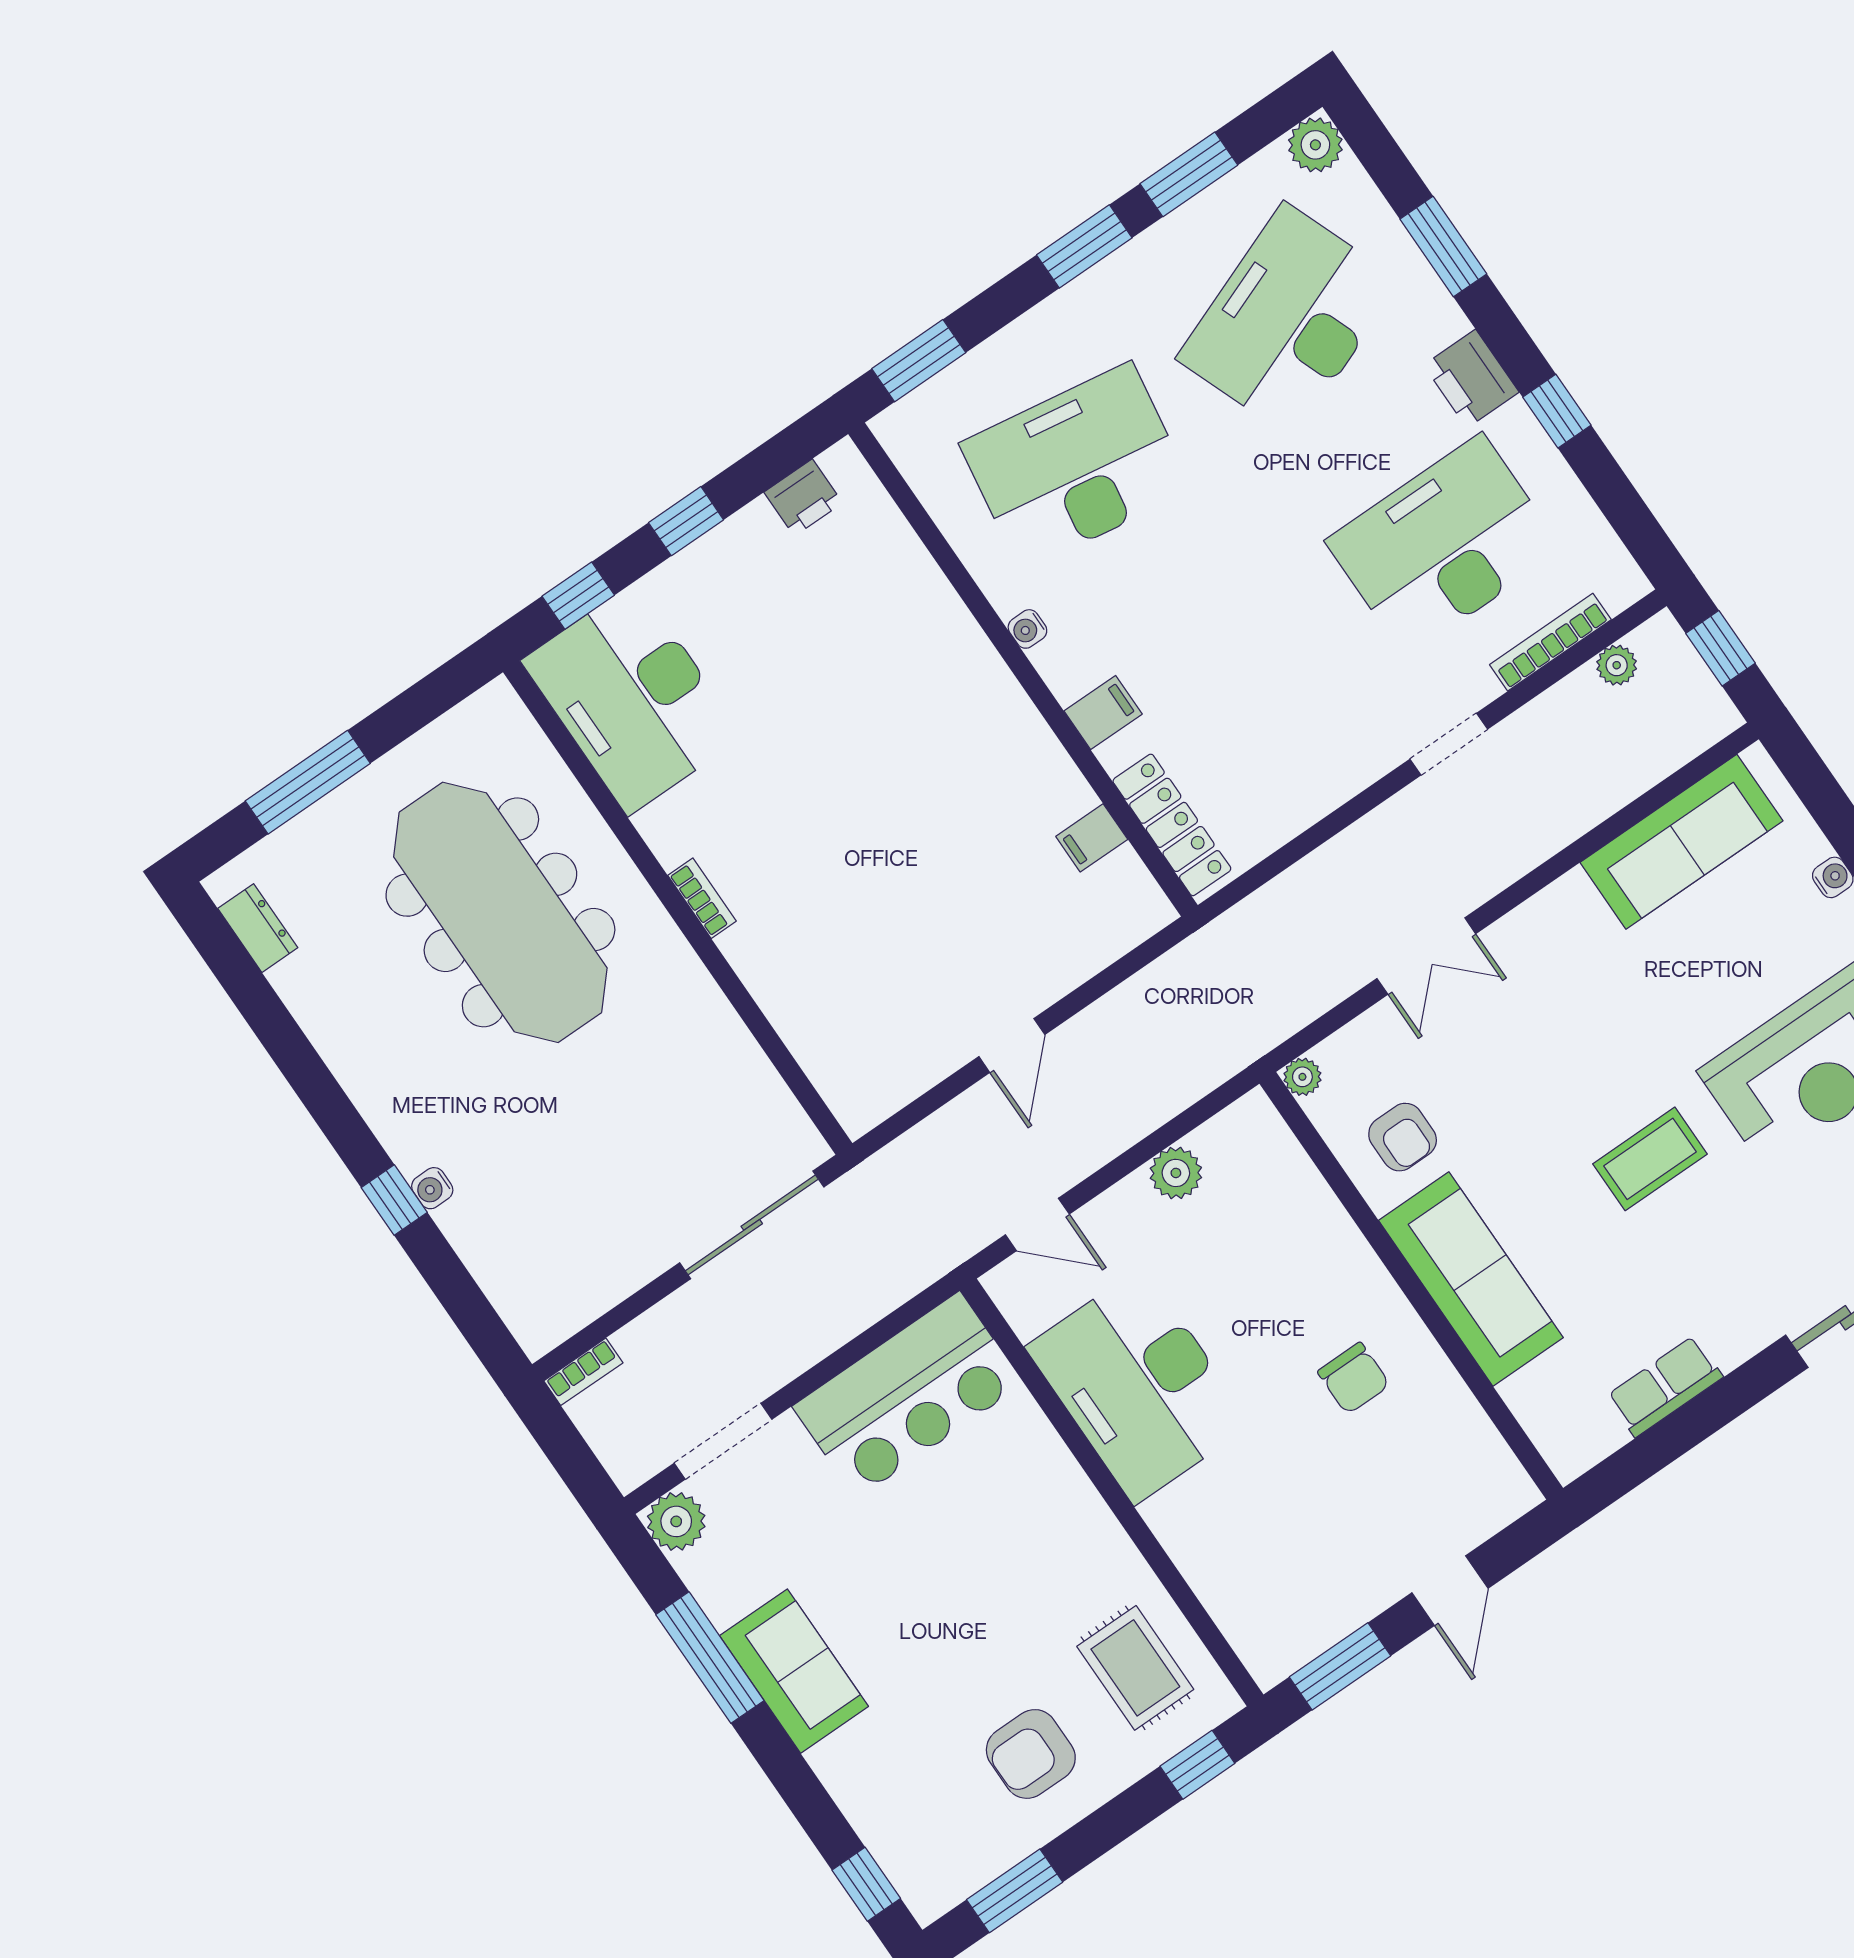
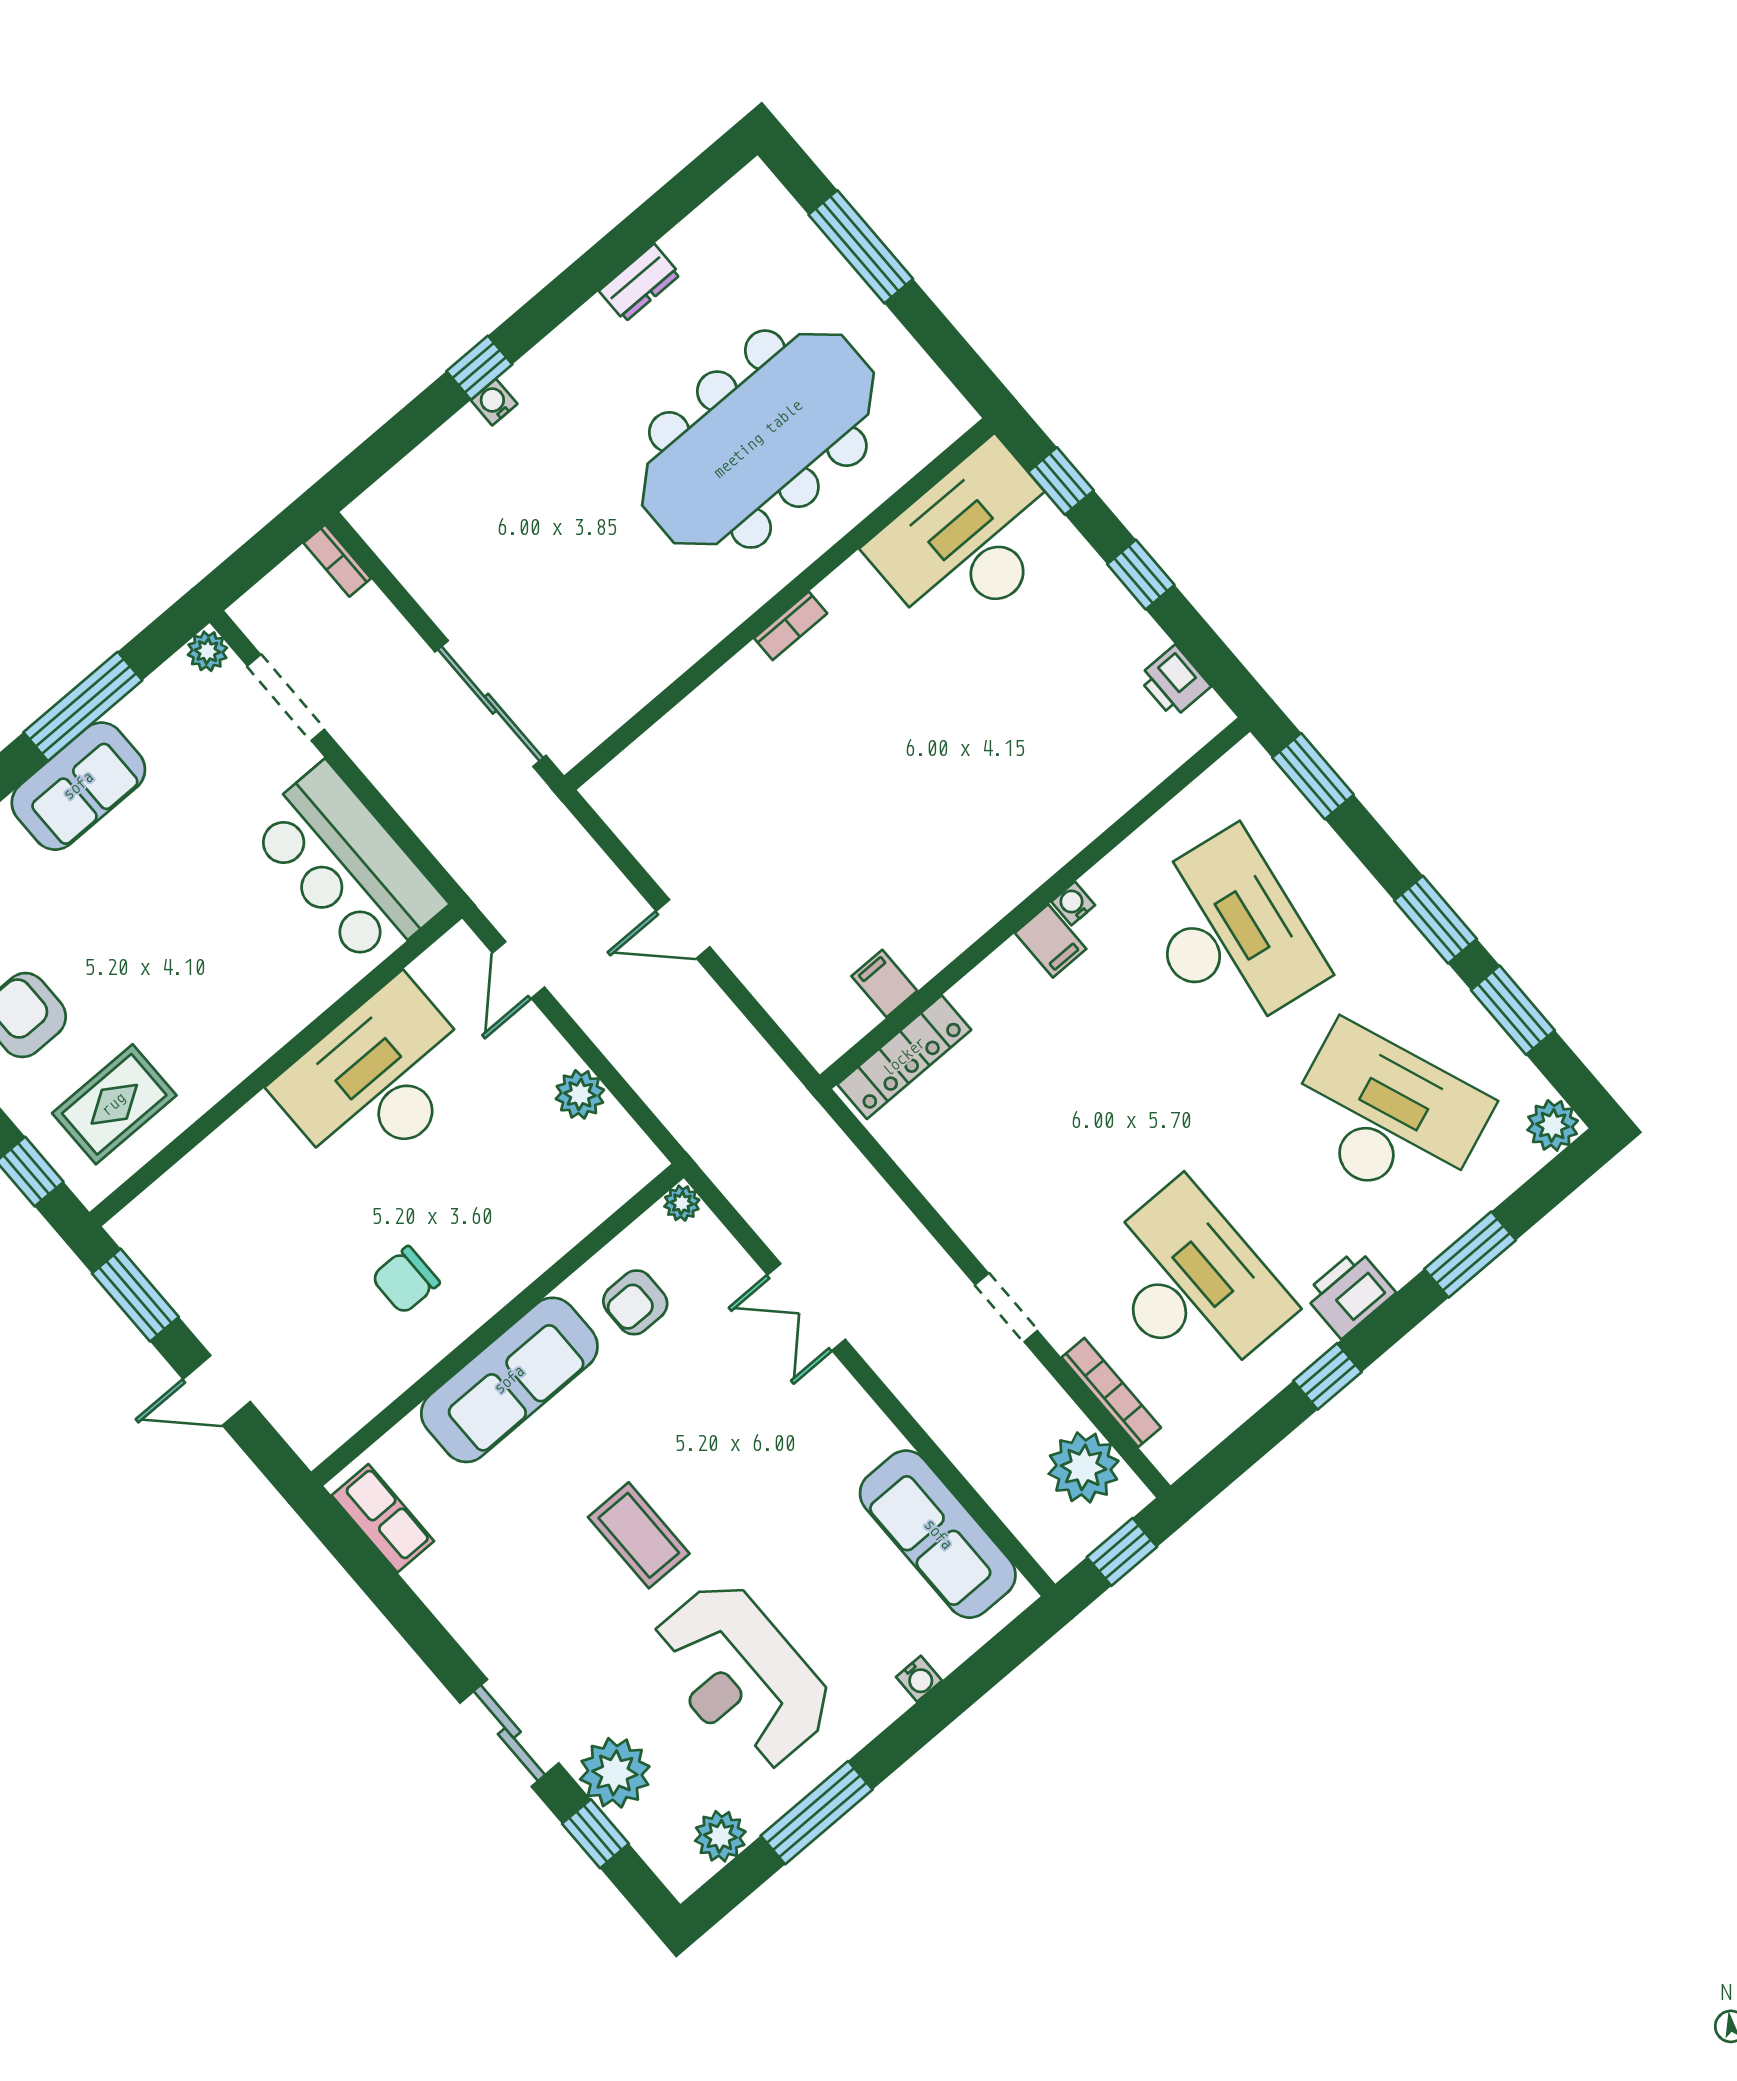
plant: (1617, 665) -> (1084, 1467), width x1.88, depth x1.88
filing cabinet: (1103, 713) -> (1051, 941), moved
dresser: (258, 928) -> (640, 283), moved
row of seats: (1665, 1386) -> (383, 1518), moved
plant: (676, 1521) -> (207, 651), width x0.73, depth x0.73

